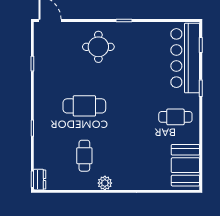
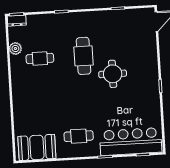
round table: (98, 47) -> (113, 74), moved
cafe table: (175, 117) -> (79, 136), turned 90
plant: (105, 183) -> (15, 49), moved

